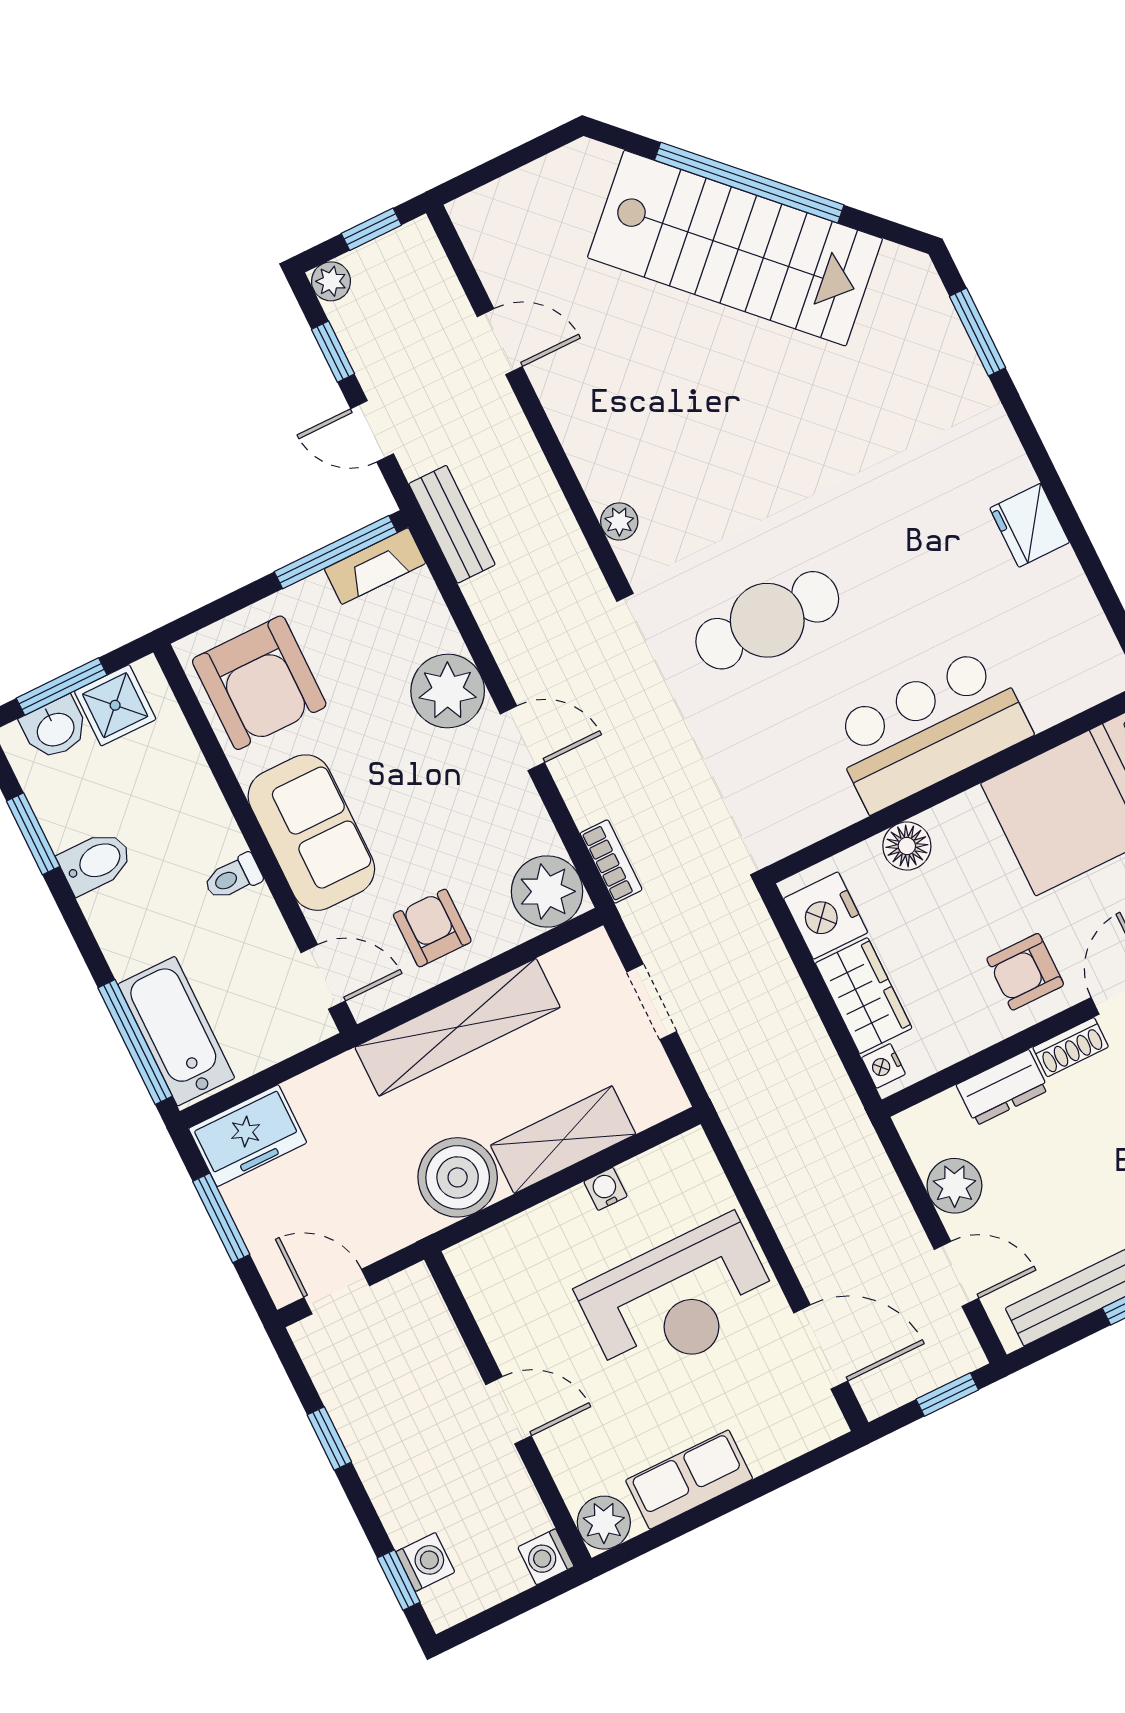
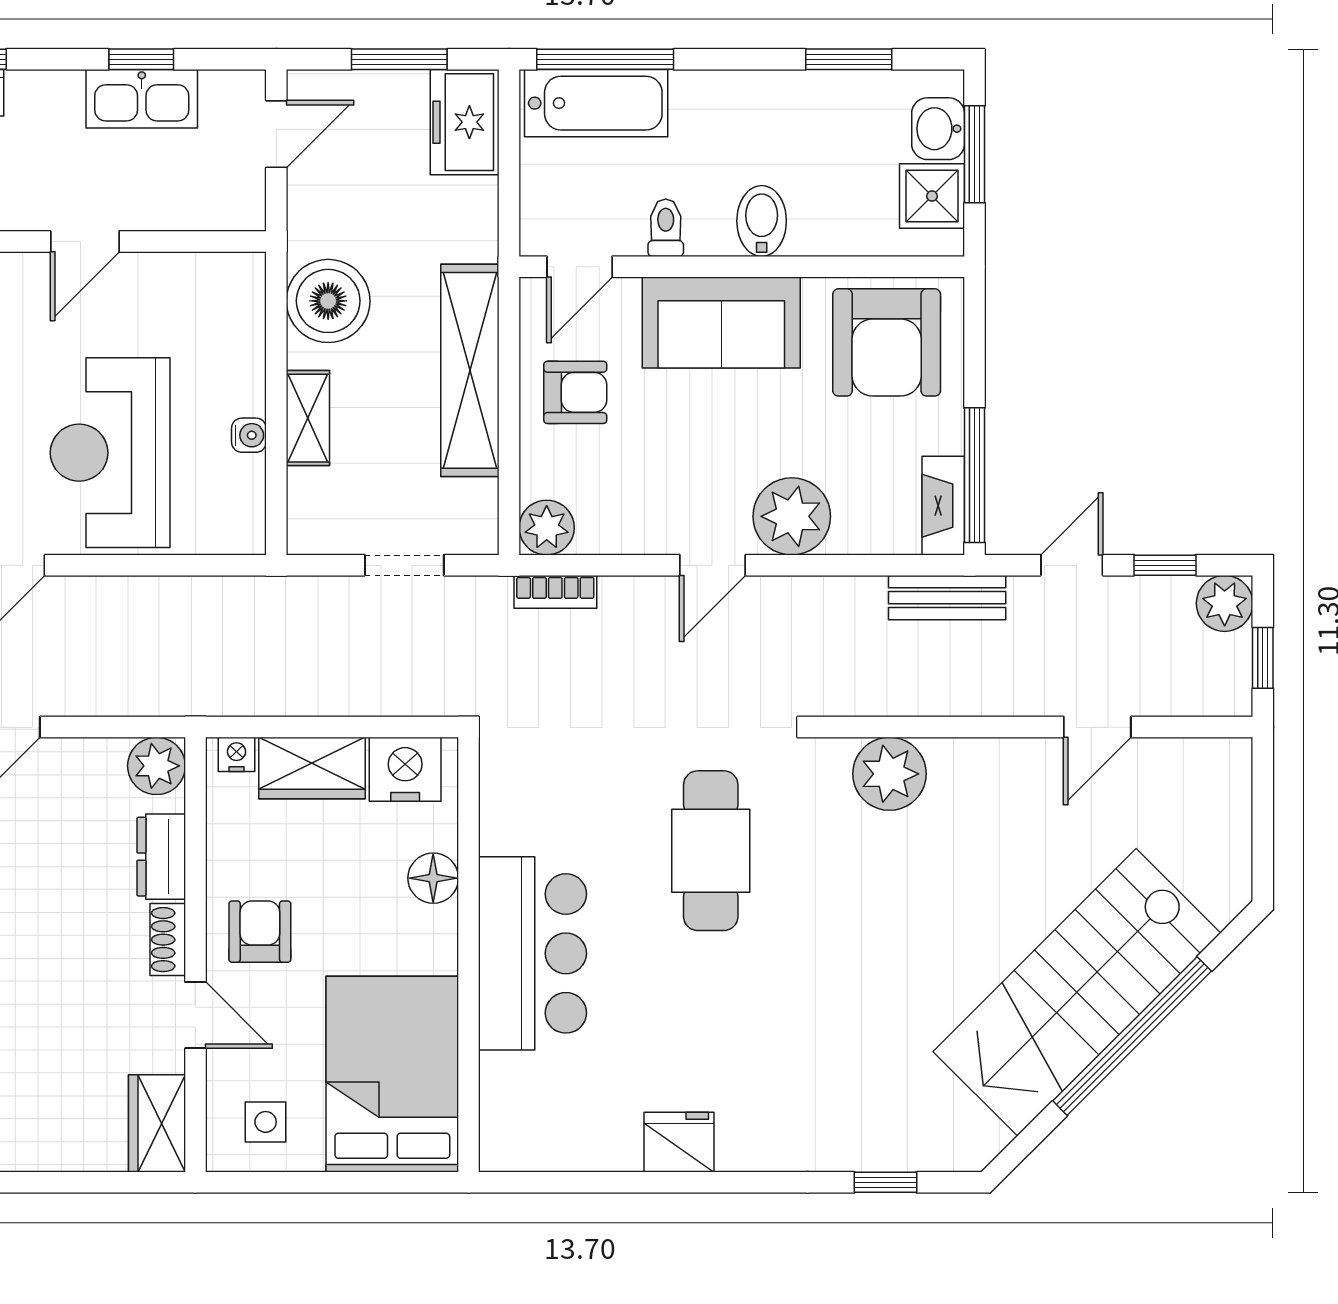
plant: (331, 281) -> (1225, 603), width x1.38, depth x1.38
window: (978, 332) -> (885, 1182), width x0.67
plant: (619, 521) -> (889, 774), width x1.88, depth x1.88
armchair: (259, 683) -> (887, 342), turned -90
bidet: (96, 862) -> (762, 221), moved, turned 180
toilet: (233, 877) -> (666, 228), moved
plant: (547, 891) -> (547, 528), width x0.73, depth x0.73
shelving: (563, 1140) -> (308, 418), width x0.67, depth x0.75
plant: (954, 1186) -> (157, 766), moved
kitchen sink: (363, 1421) -> (142, 99), added

